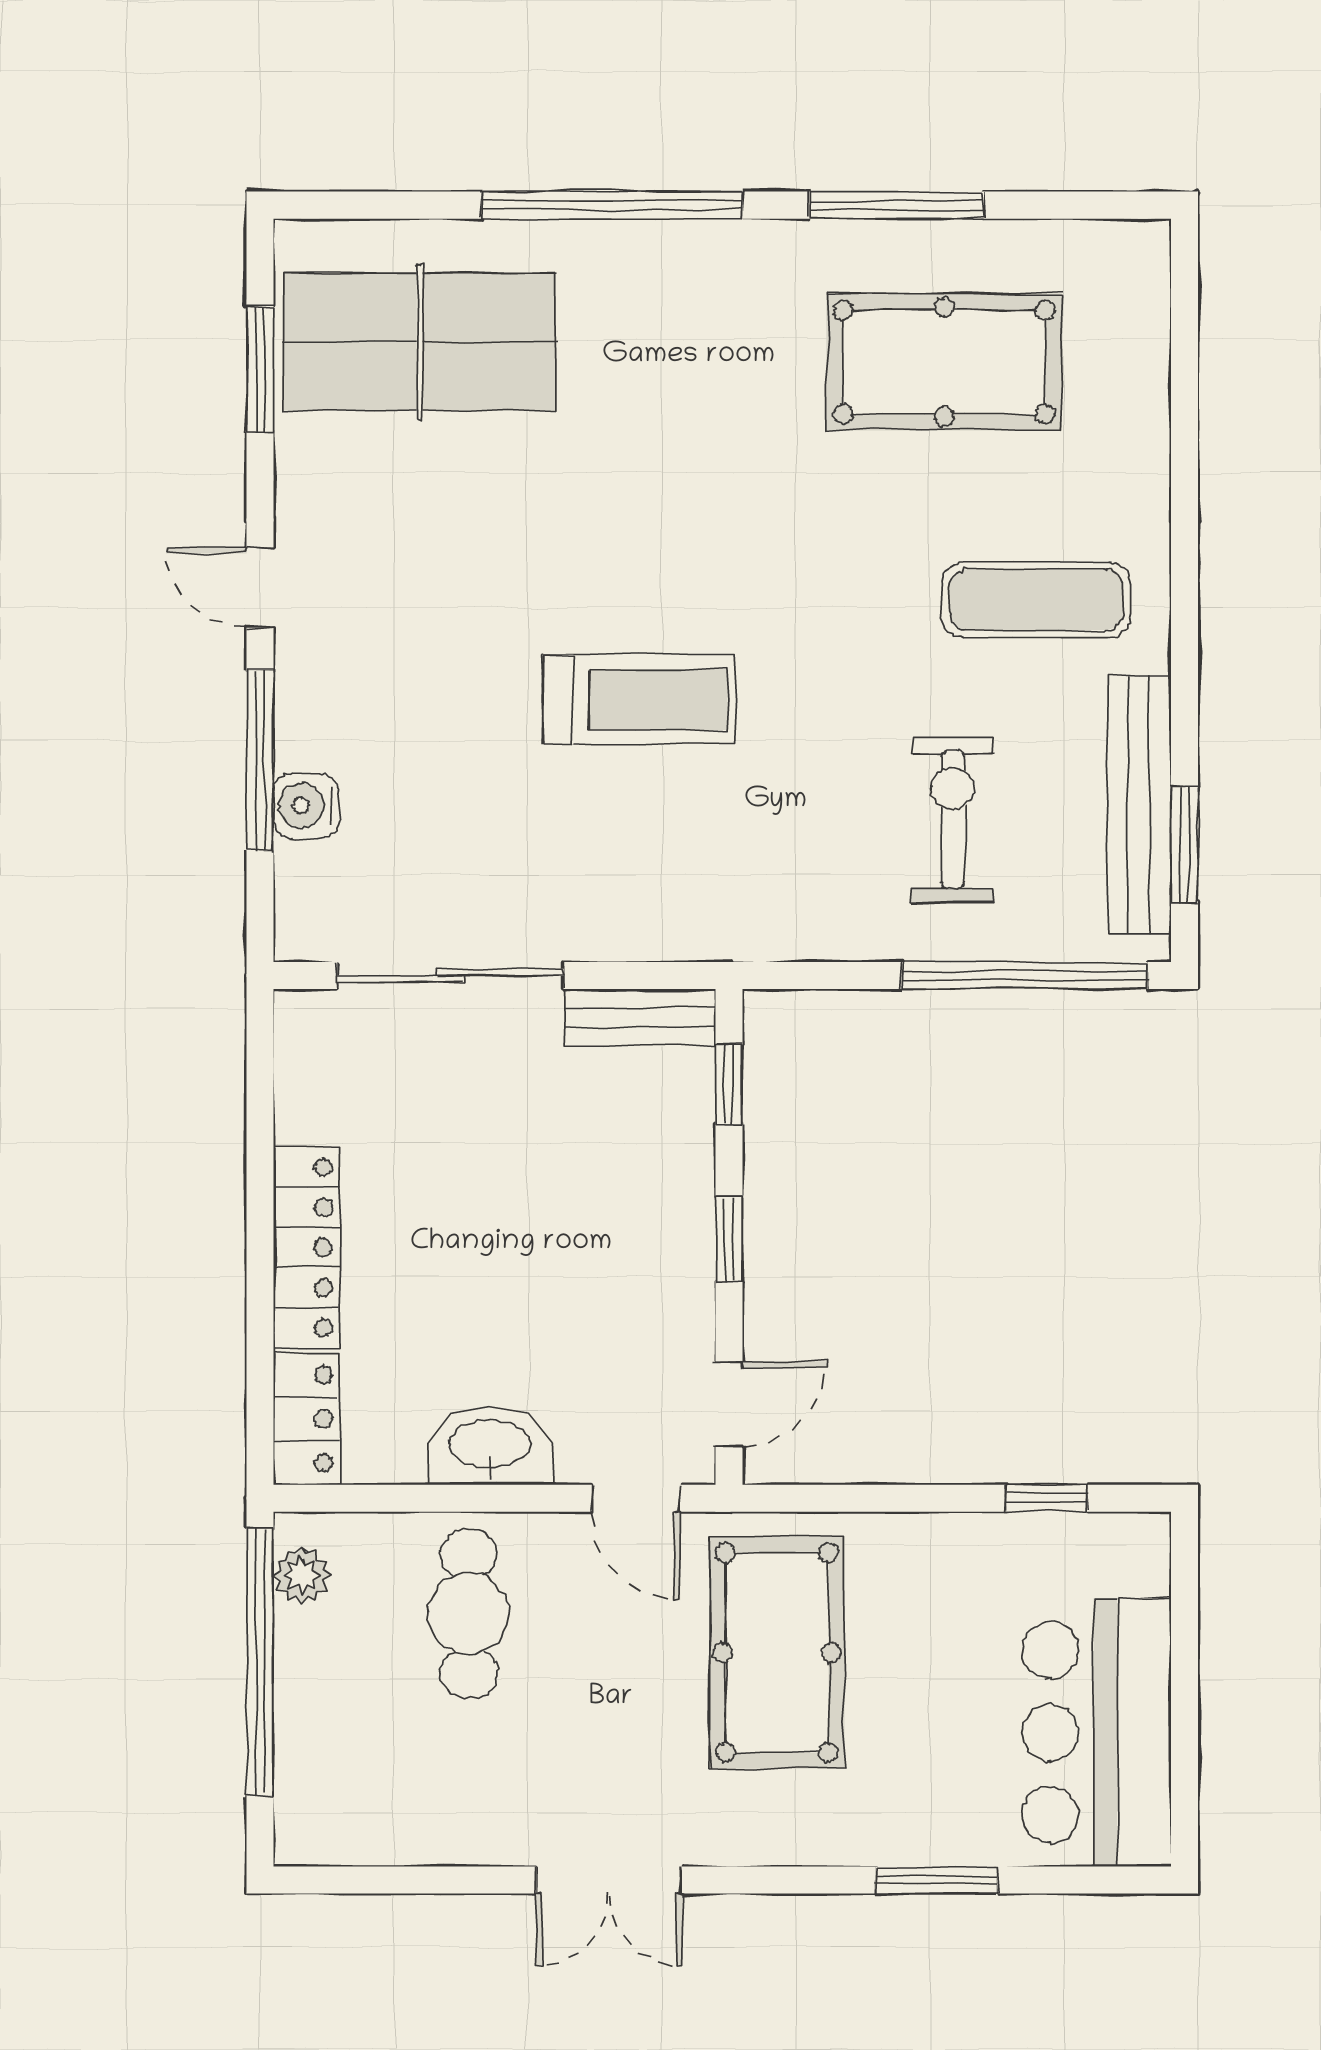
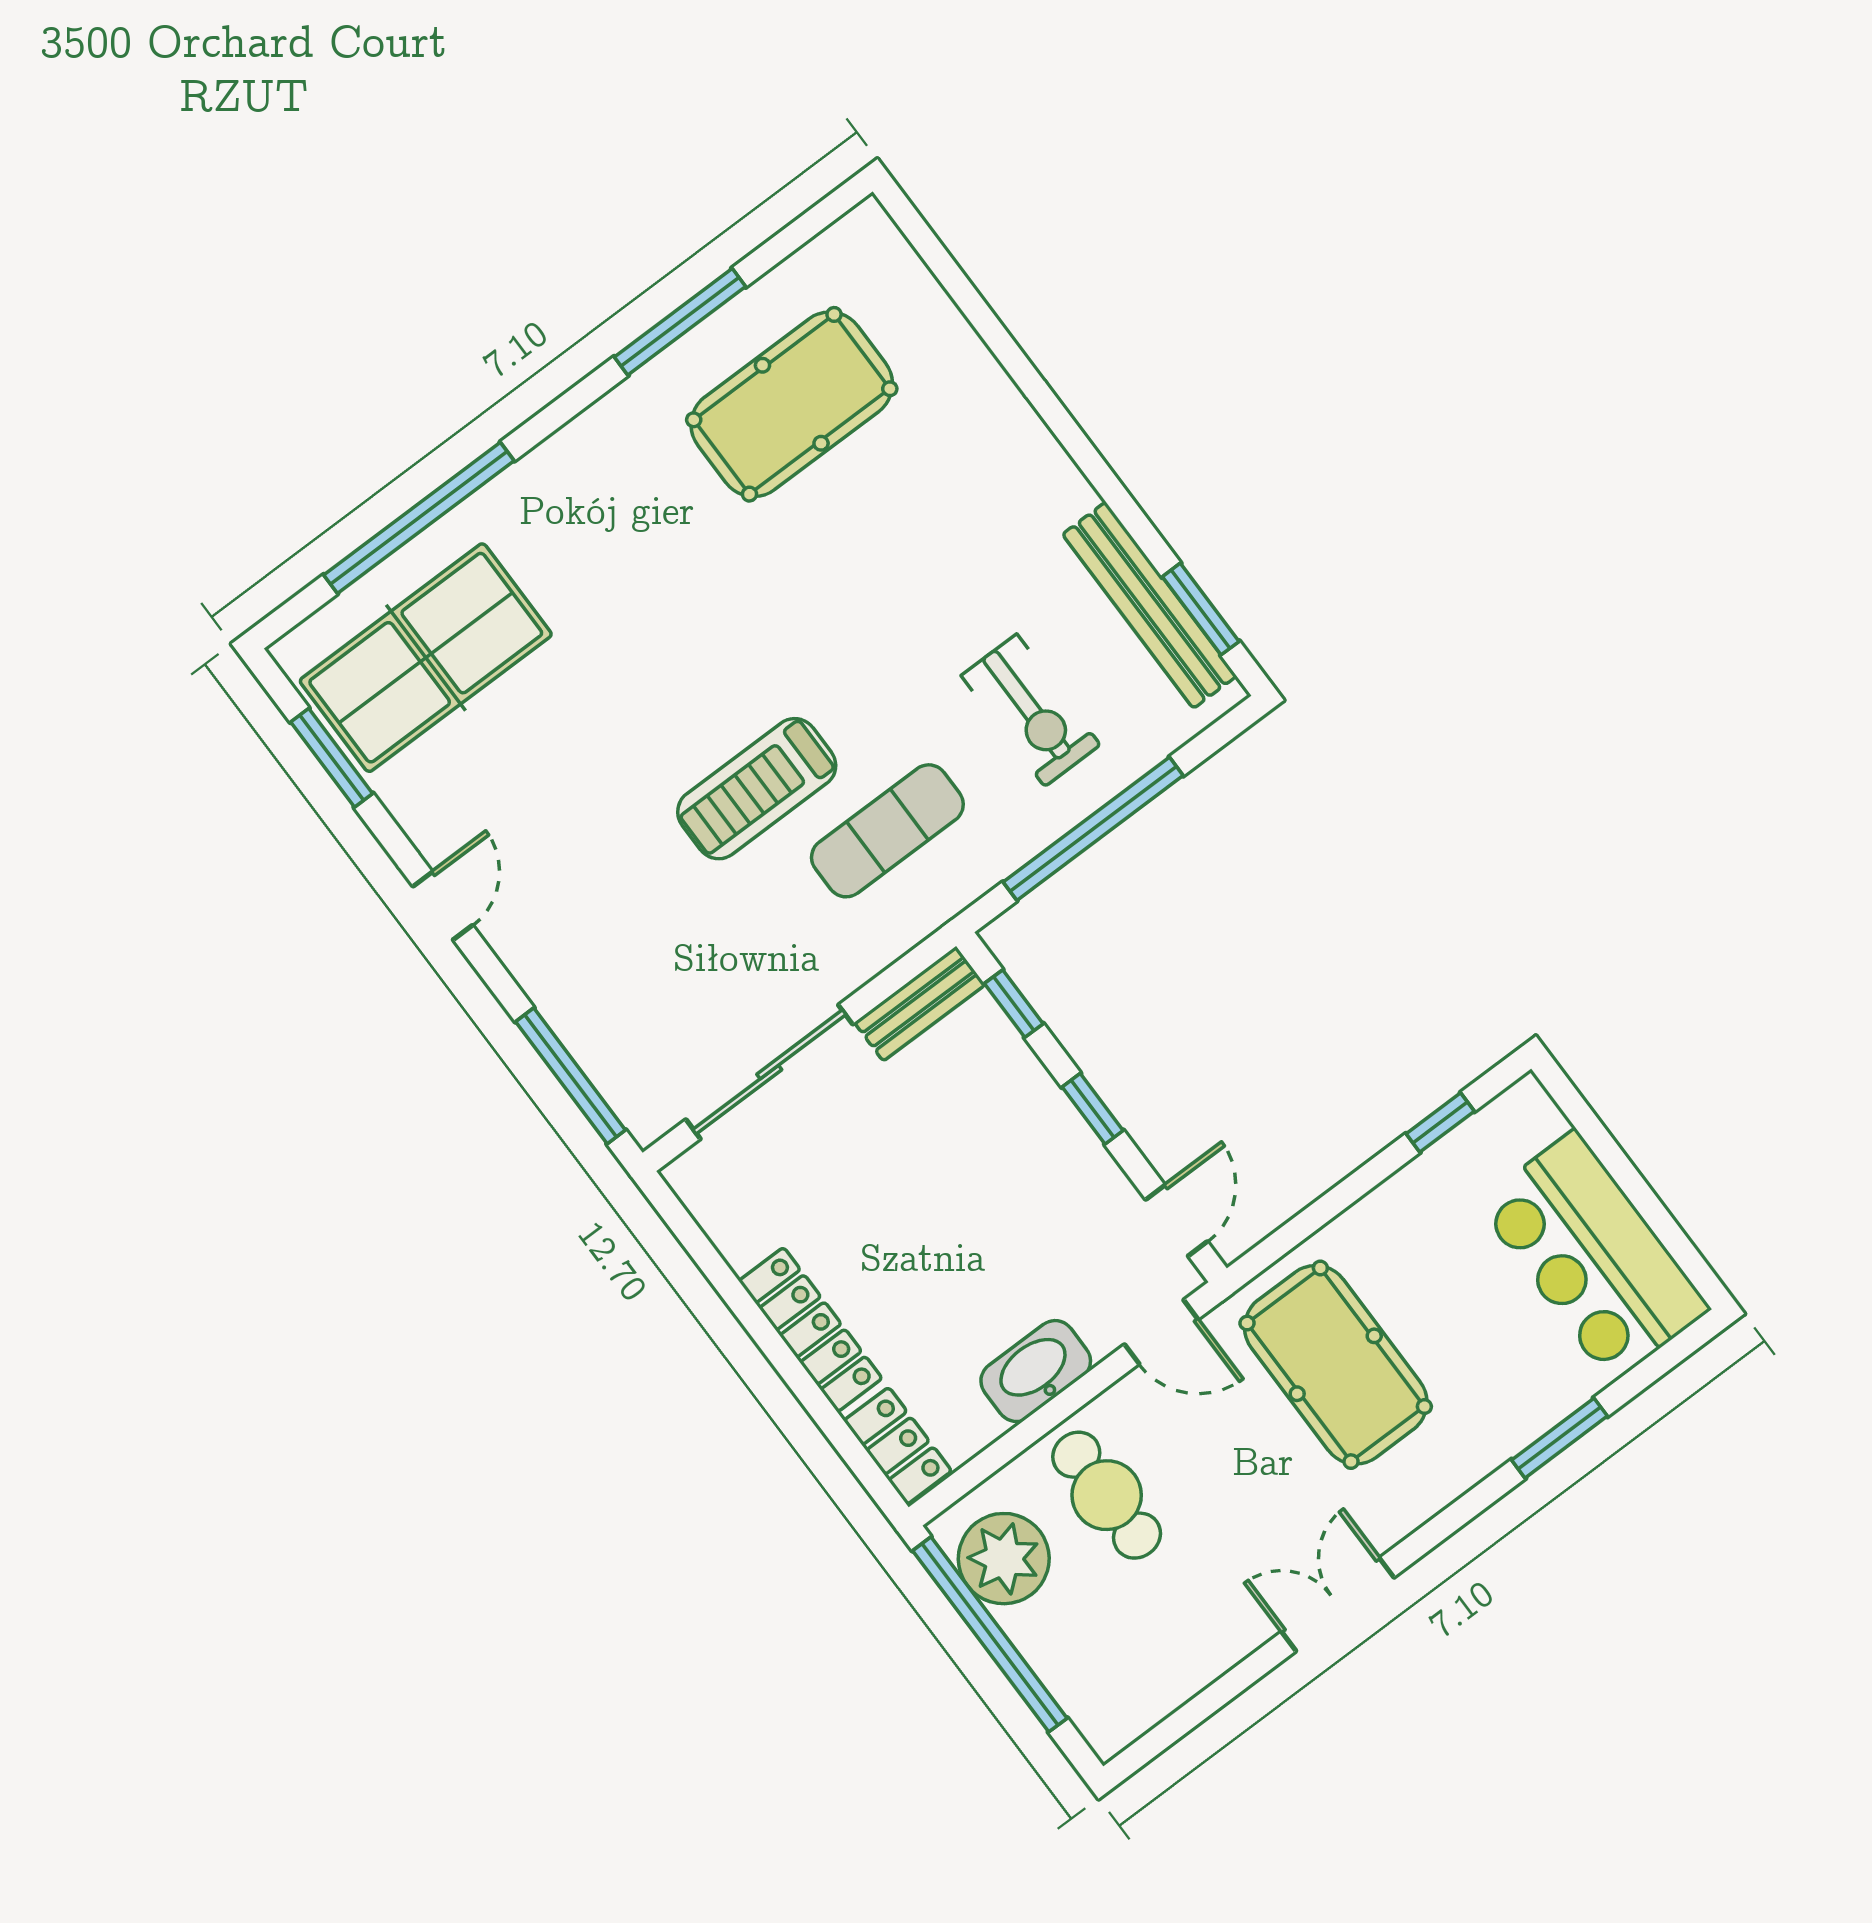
window: (612, 205) -> (419, 518), moved
door: (260, 588) -> (443, 906), swing flipped
exercise mat: (1036, 600) -> (887, 831), moved
treadmill: (639, 700) -> (757, 789), turned 180
window: (260, 761) -> (570, 1076), moved
water cooler: (306, 806) -> (585, 1030), removed
exercise bike: (953, 820) -> (1031, 710), turned 180
window: (1025, 976) -> (1093, 829), moved
plant: (302, 1575) -> (1004, 1559), width x1.88, depth x1.88
double door: (609, 1880) -> (1338, 1605), swing flipped

